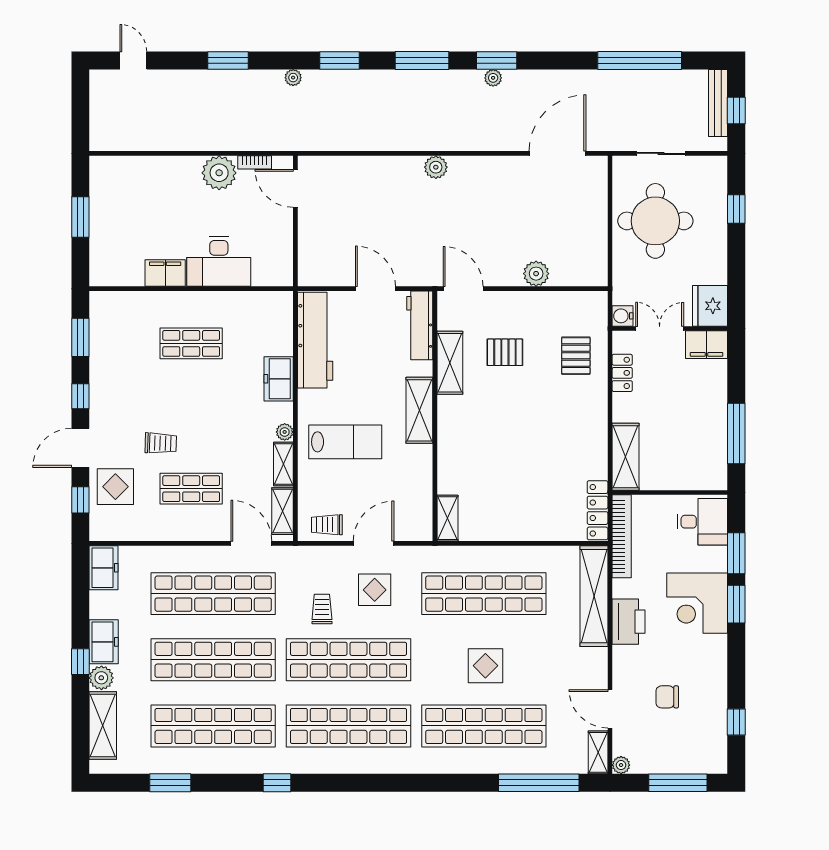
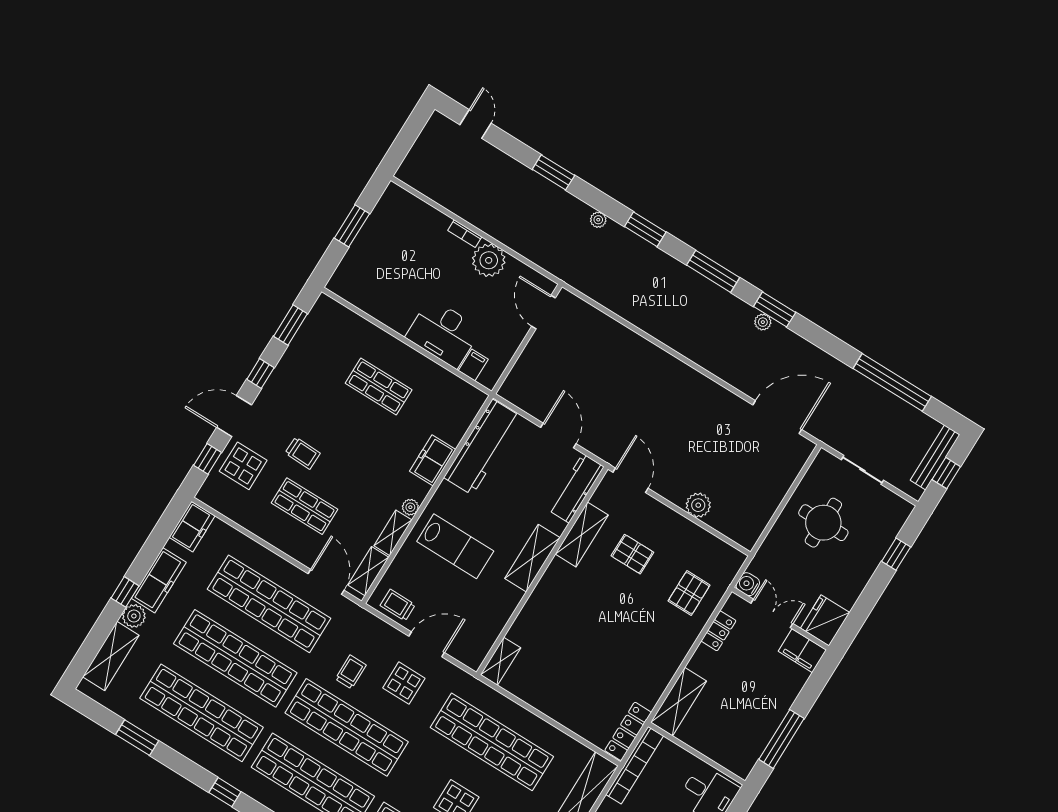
bookcase: (255, 162) -> (465, 234), moved
plant: (436, 167) -> (670, 366), removed
round table: (655, 221) -> (823, 523), width x0.73, depth x0.73
filing cabinet: (165, 273) -> (473, 365), moved, width x0.50
freezer: (104, 642) -> (159, 580), width x1.40

